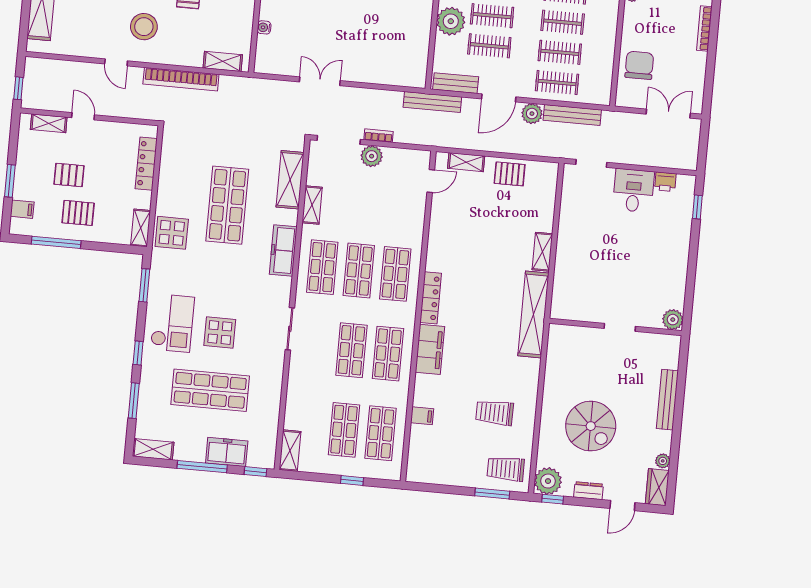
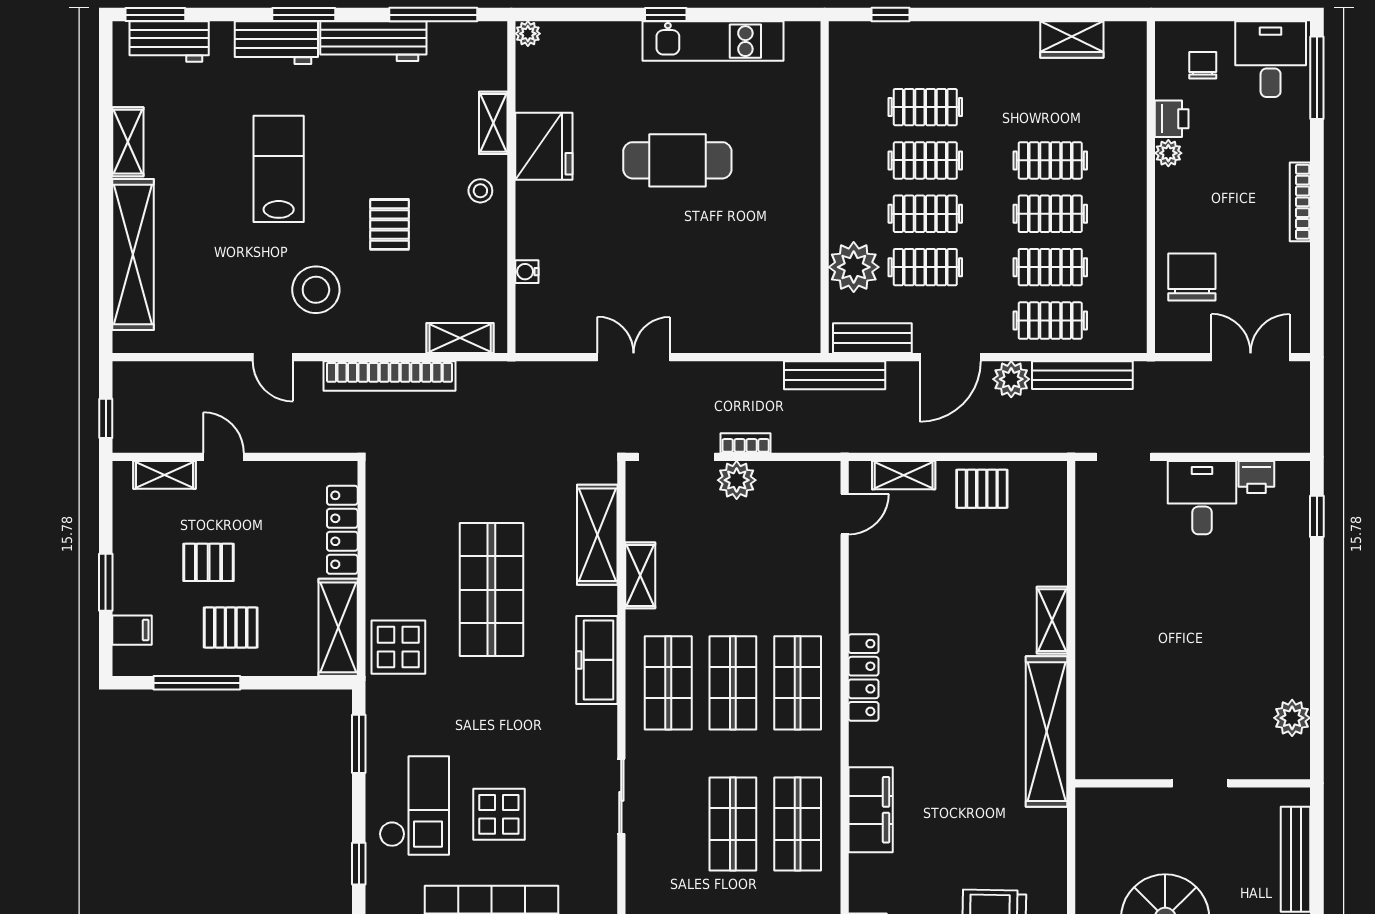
plant: (451, 21) -> (854, 267), moved
shelving: (141, 228) -> (338, 627), width x1.50, depth x1.33
locker: (431, 298) -> (863, 678), moved
wall: (615, 327) -> (1193, 783), moved
doorway: (620, 327) -> (1200, 783), moved

